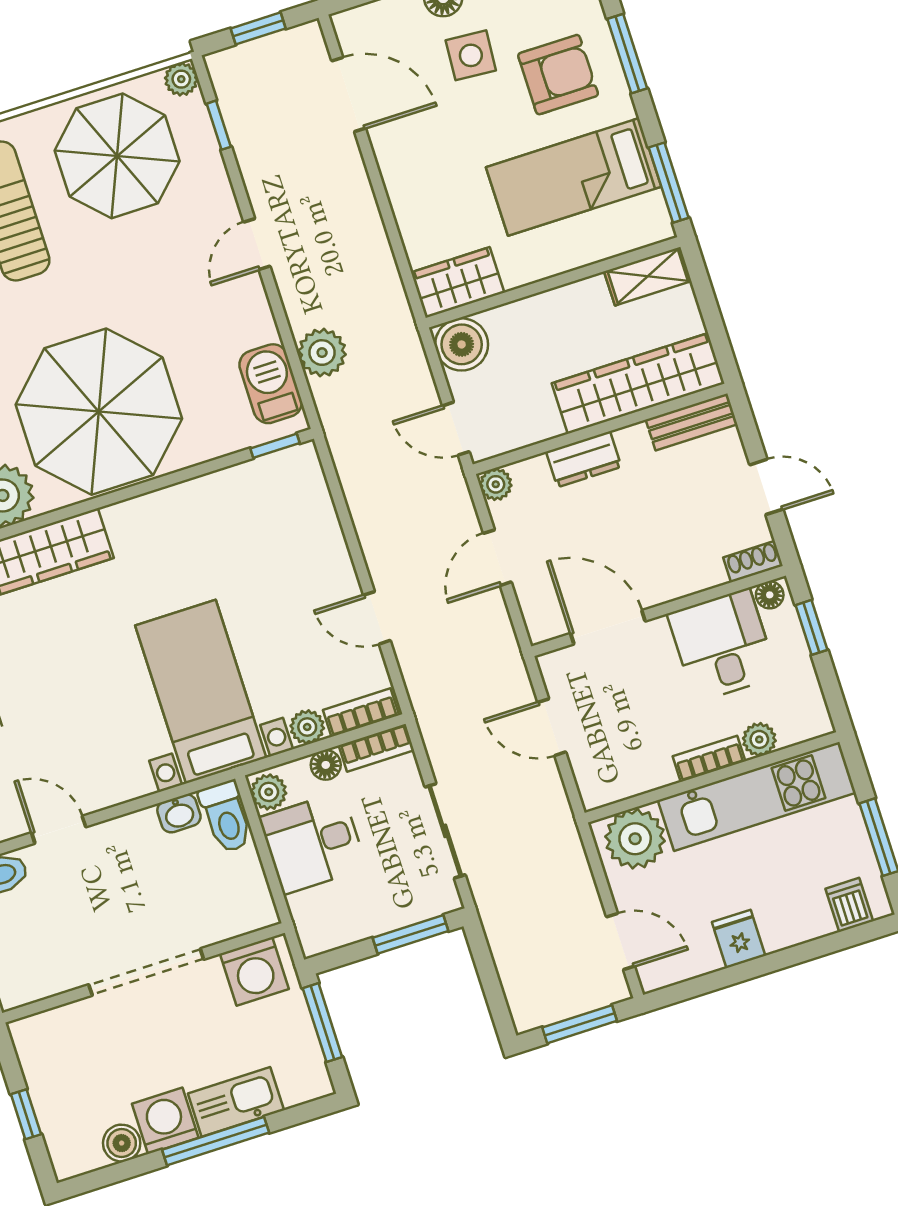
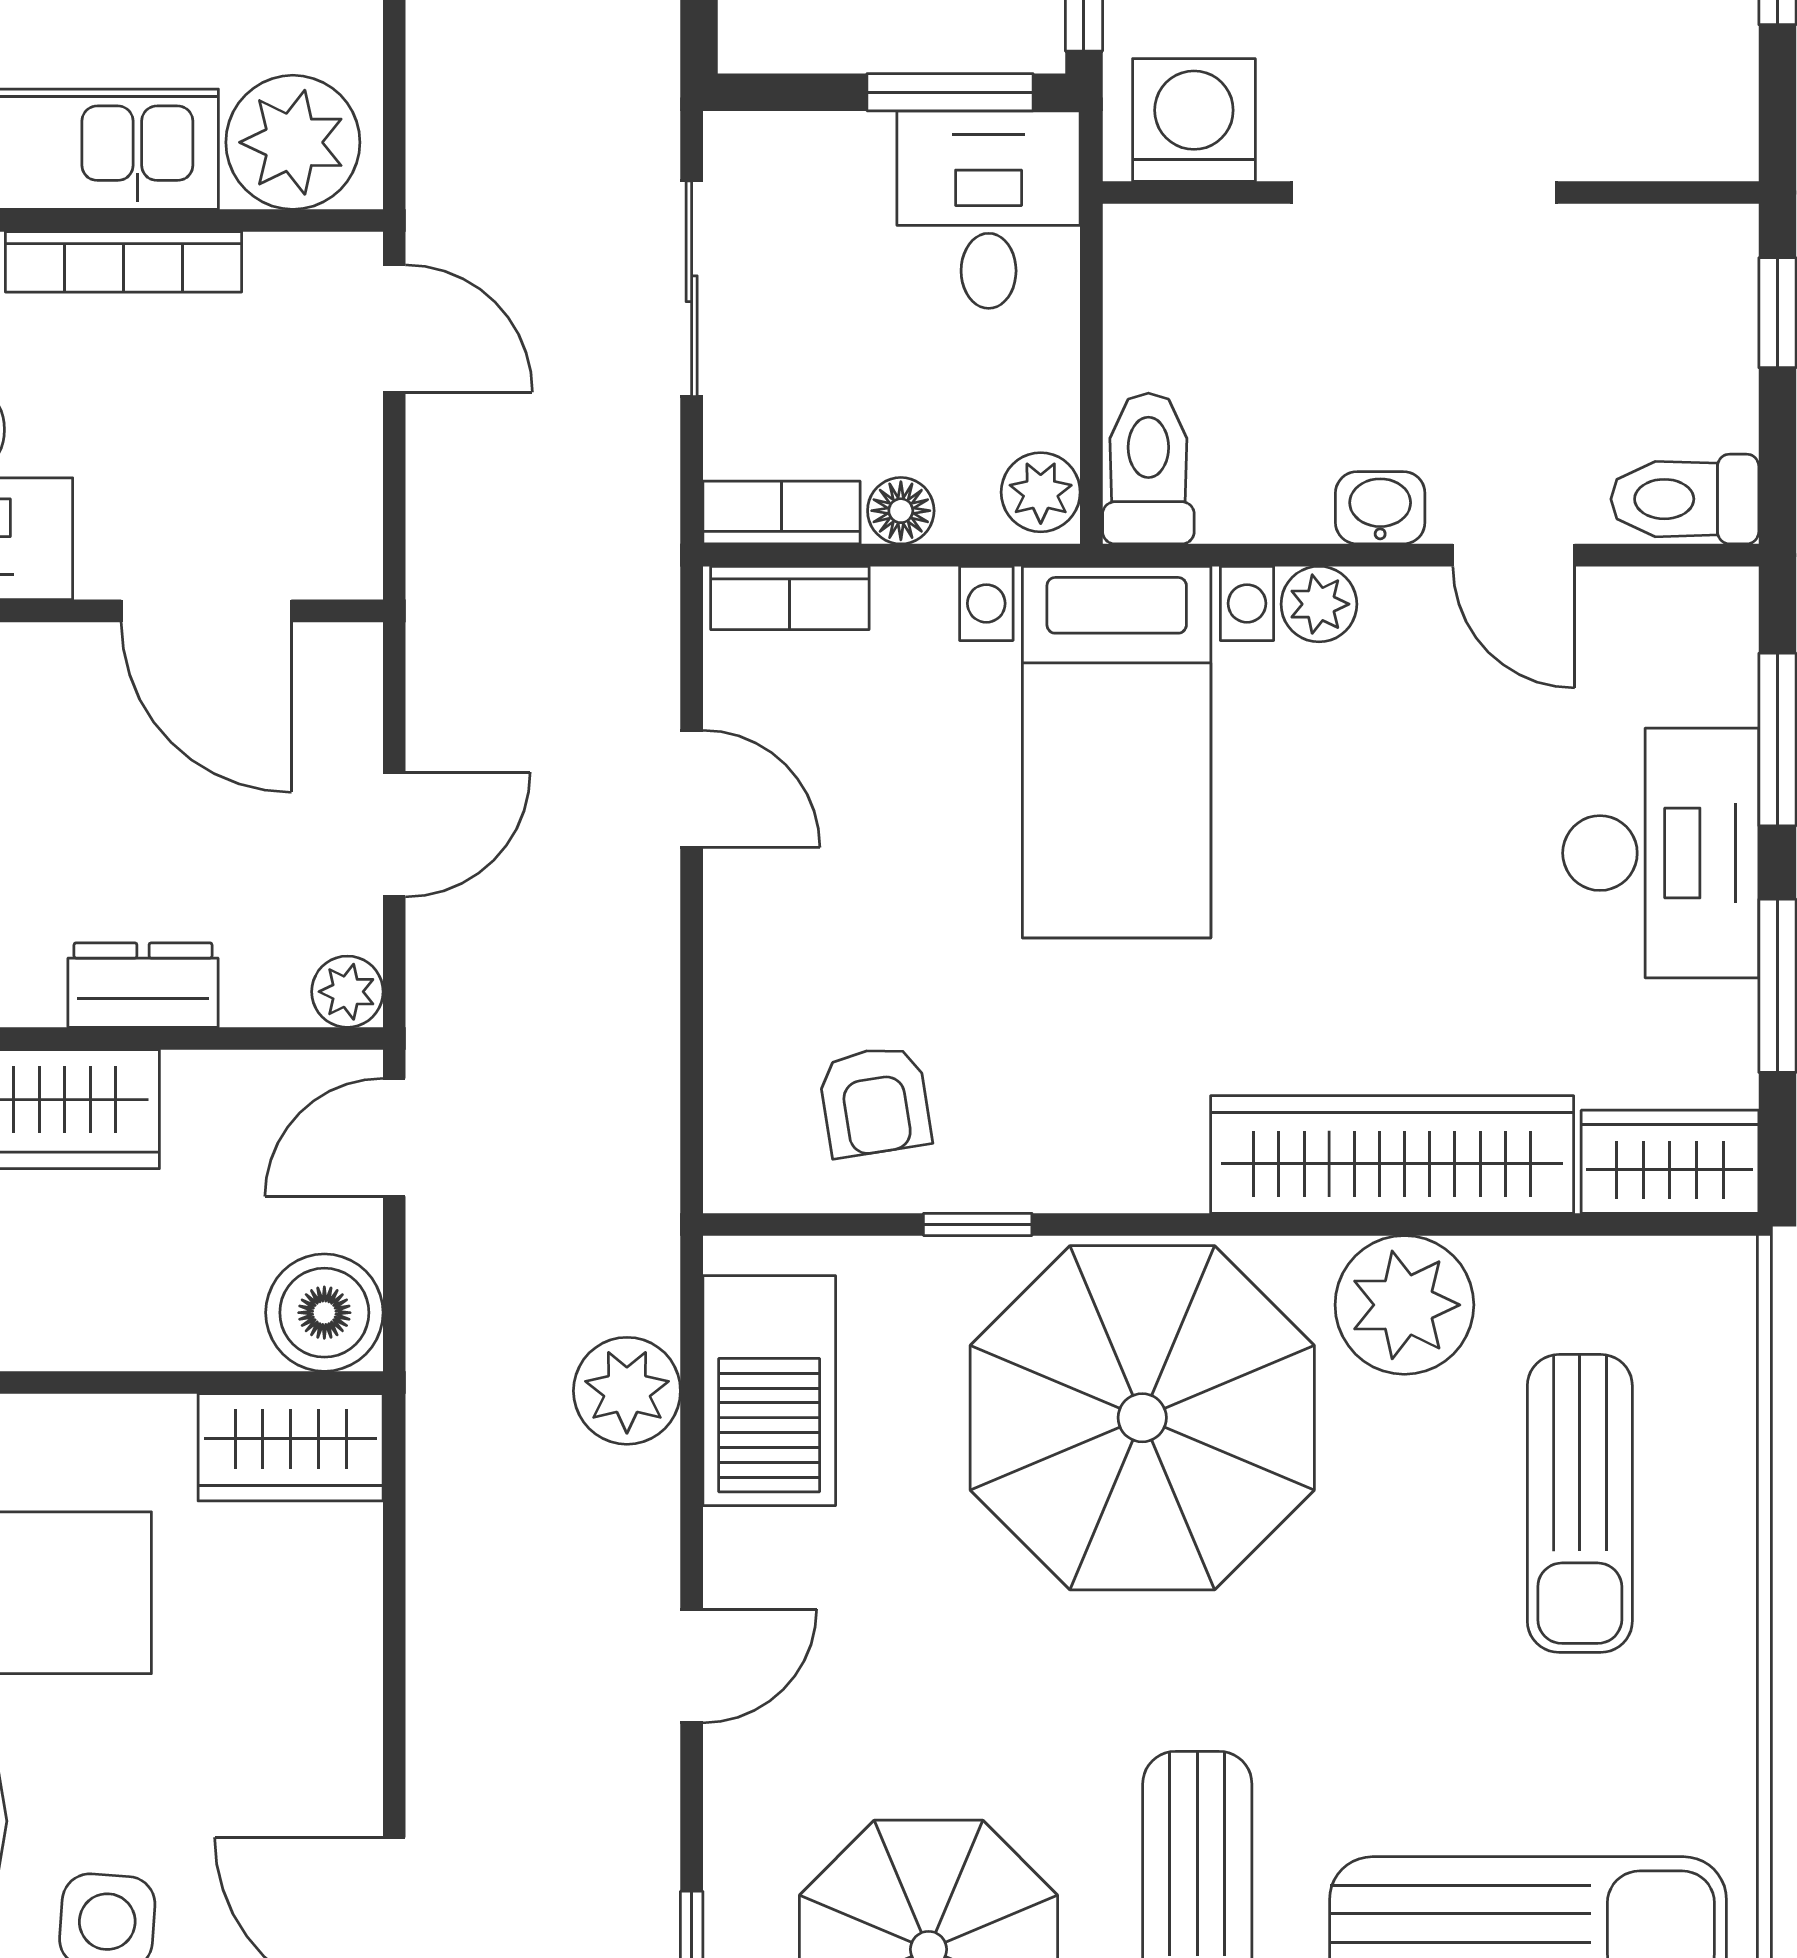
barbecue: (271, 384) -> (769, 1391), width x1.37, depth x1.21
door: (456, 429) -> (394, 1137), swing flipped
window: (275, 446) -> (978, 1224), moved
armchair: (256, 510) -> (875, 1101), added
plant: (307, 727) -> (1319, 604), moved
door: (552, 727) -> (394, 328), moved
bookcase: (709, 759) -> (124, 262), width x1.56
washbasin: (179, 813) -> (1380, 508), moved
desk: (313, 843) -> (989, 210), moved, turned -90
window: (410, 934) -> (950, 92), moved

